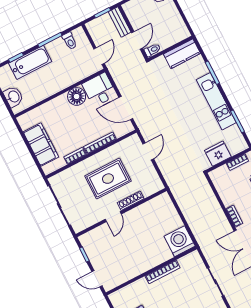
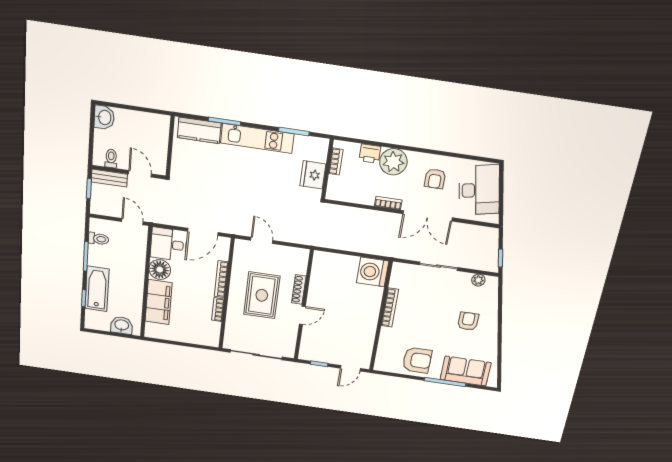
toilet: (152, 50) -> (111, 158), moved
kitchen counter: (182, 54) -> (199, 130), moved, turned 90
filing cabinet: (41, 145) -> (159, 302), moved, turned 90
door: (113, 217) -> (302, 315), hinge flipped

